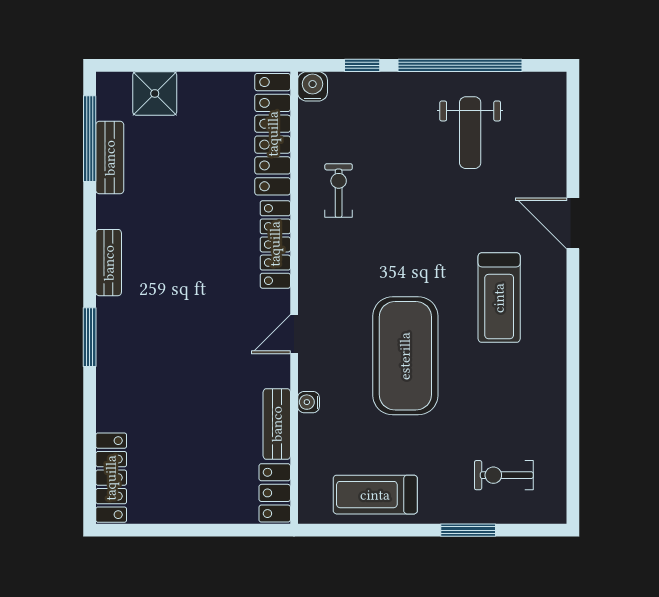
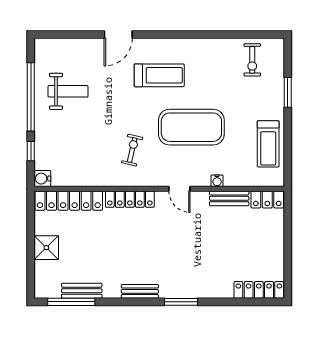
shower: (155, 93) -> (46, 248), moved
exercise bike: (339, 191) -> (132, 150), moved, turned 103
exercise bike: (504, 475) -> (252, 60), moved

